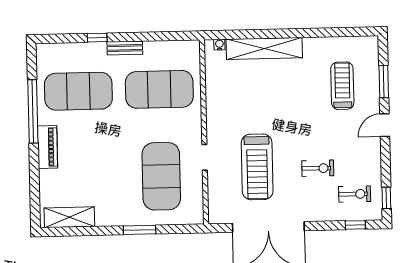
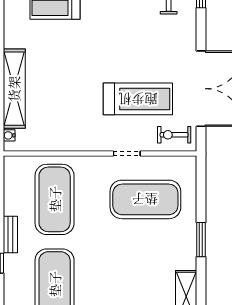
exercise bike: (318, 168) -> (174, 135), moved, turned -90
window: (140, 230) -> (201, 240), moved

